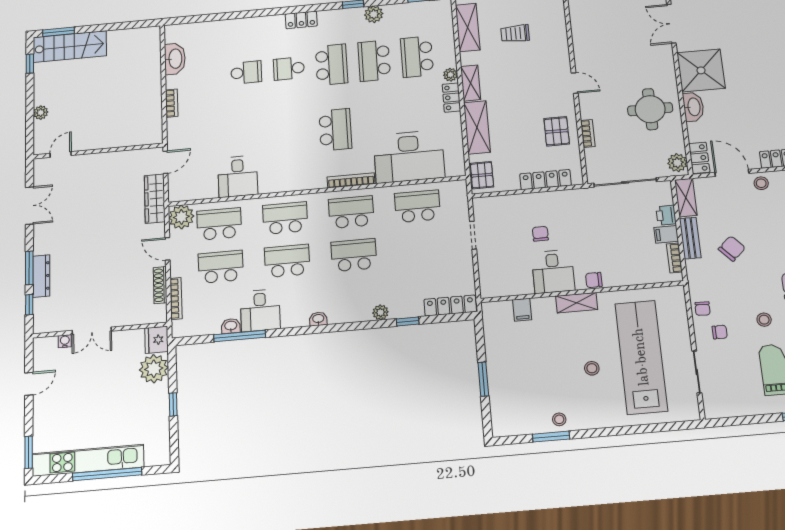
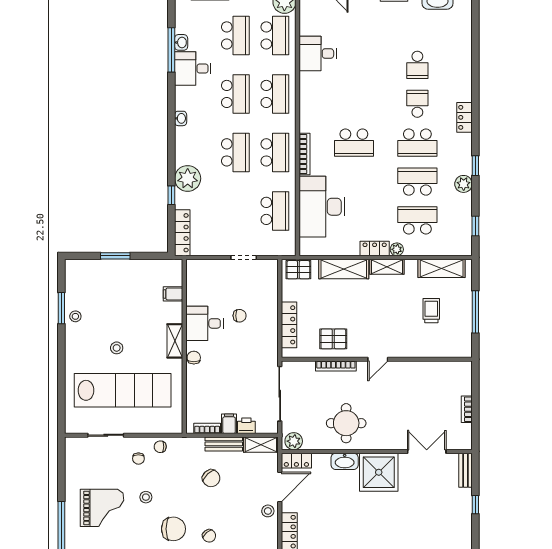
bookcase: (588, 133) -> (336, 366), width x1.56
plant: (380, 312) -> (188, 178), width x1.87, depth x1.87

